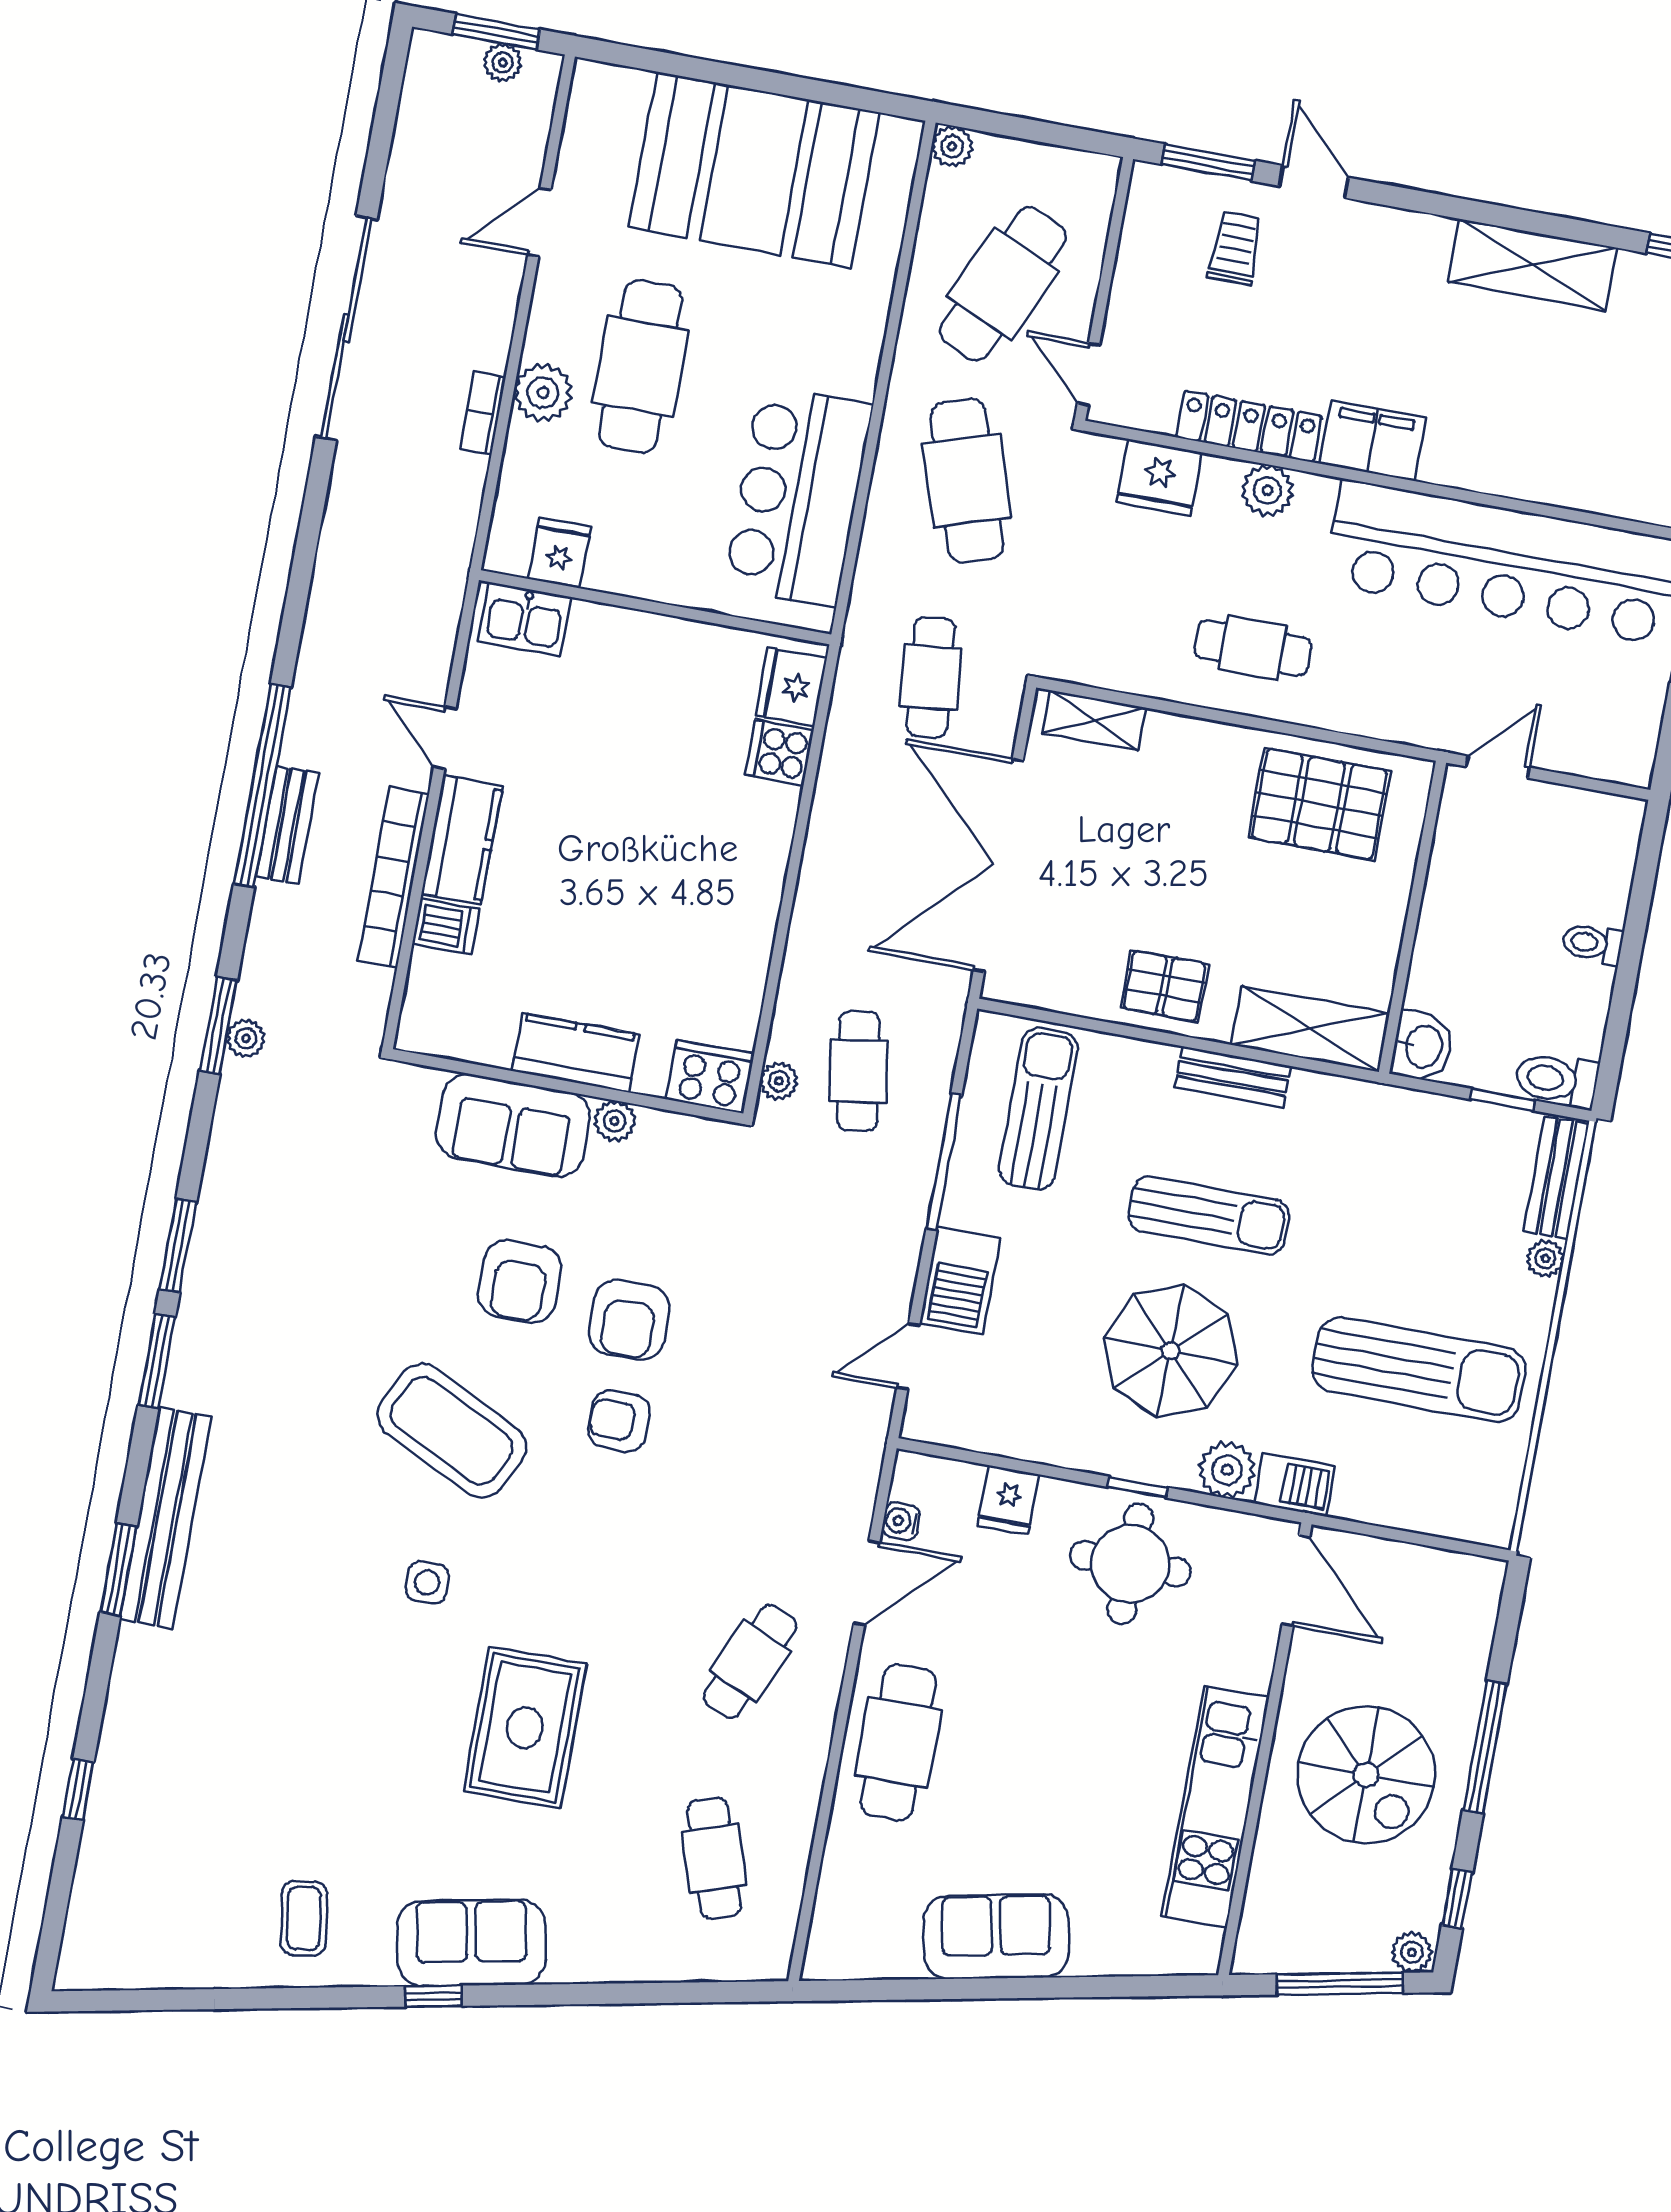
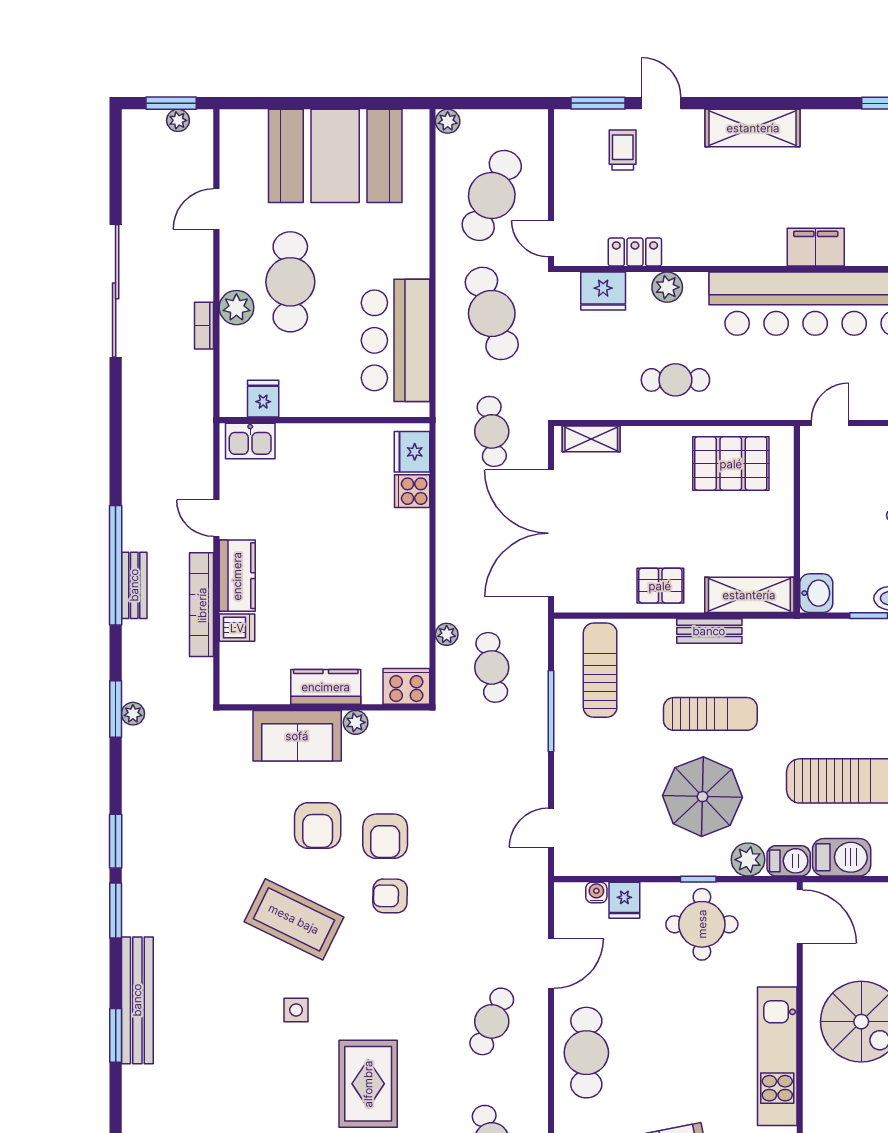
shelving: (1532, 265) -> (753, 128), moved
locker: (1249, 426) -> (635, 252), width x0.66
filing cabinet: (1373, 441) -> (816, 247), moved
plant: (779, 1081) -> (447, 634), moved
barbecue: (960, 1281) -> (842, 857), moved, turned -90
water cooler: (901, 1521) -> (596, 893), moved, turned 90

